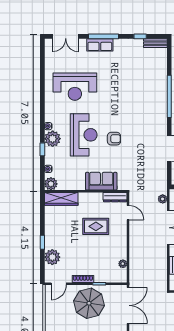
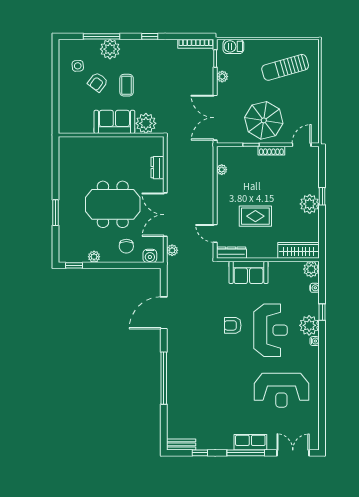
reception desk: (75, 87) -> (281, 390), turned 180
reception desk: (84, 135) -> (271, 330), turned 180
plant: (52, 257) -> (310, 204), moved

